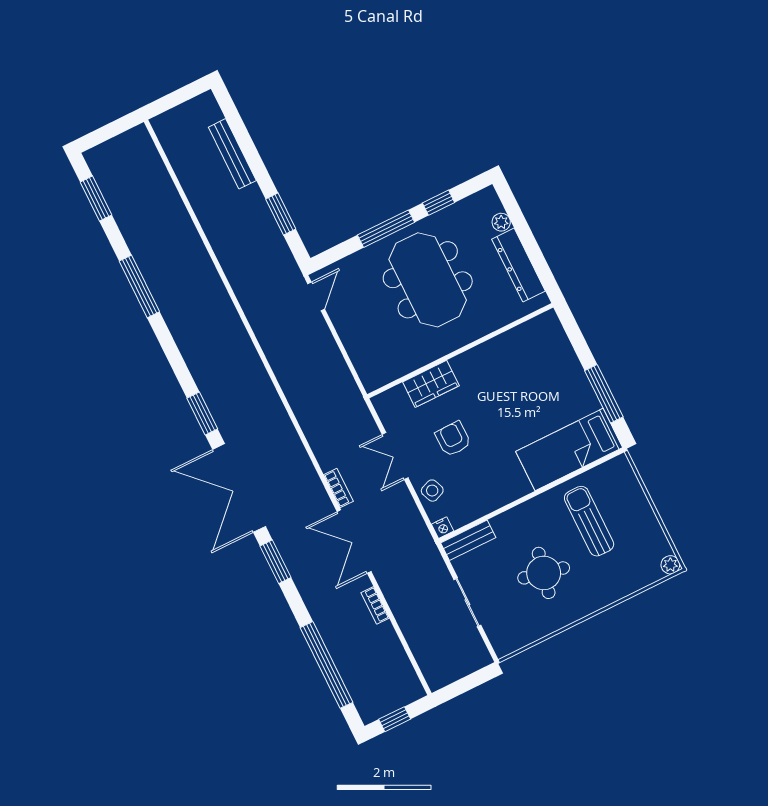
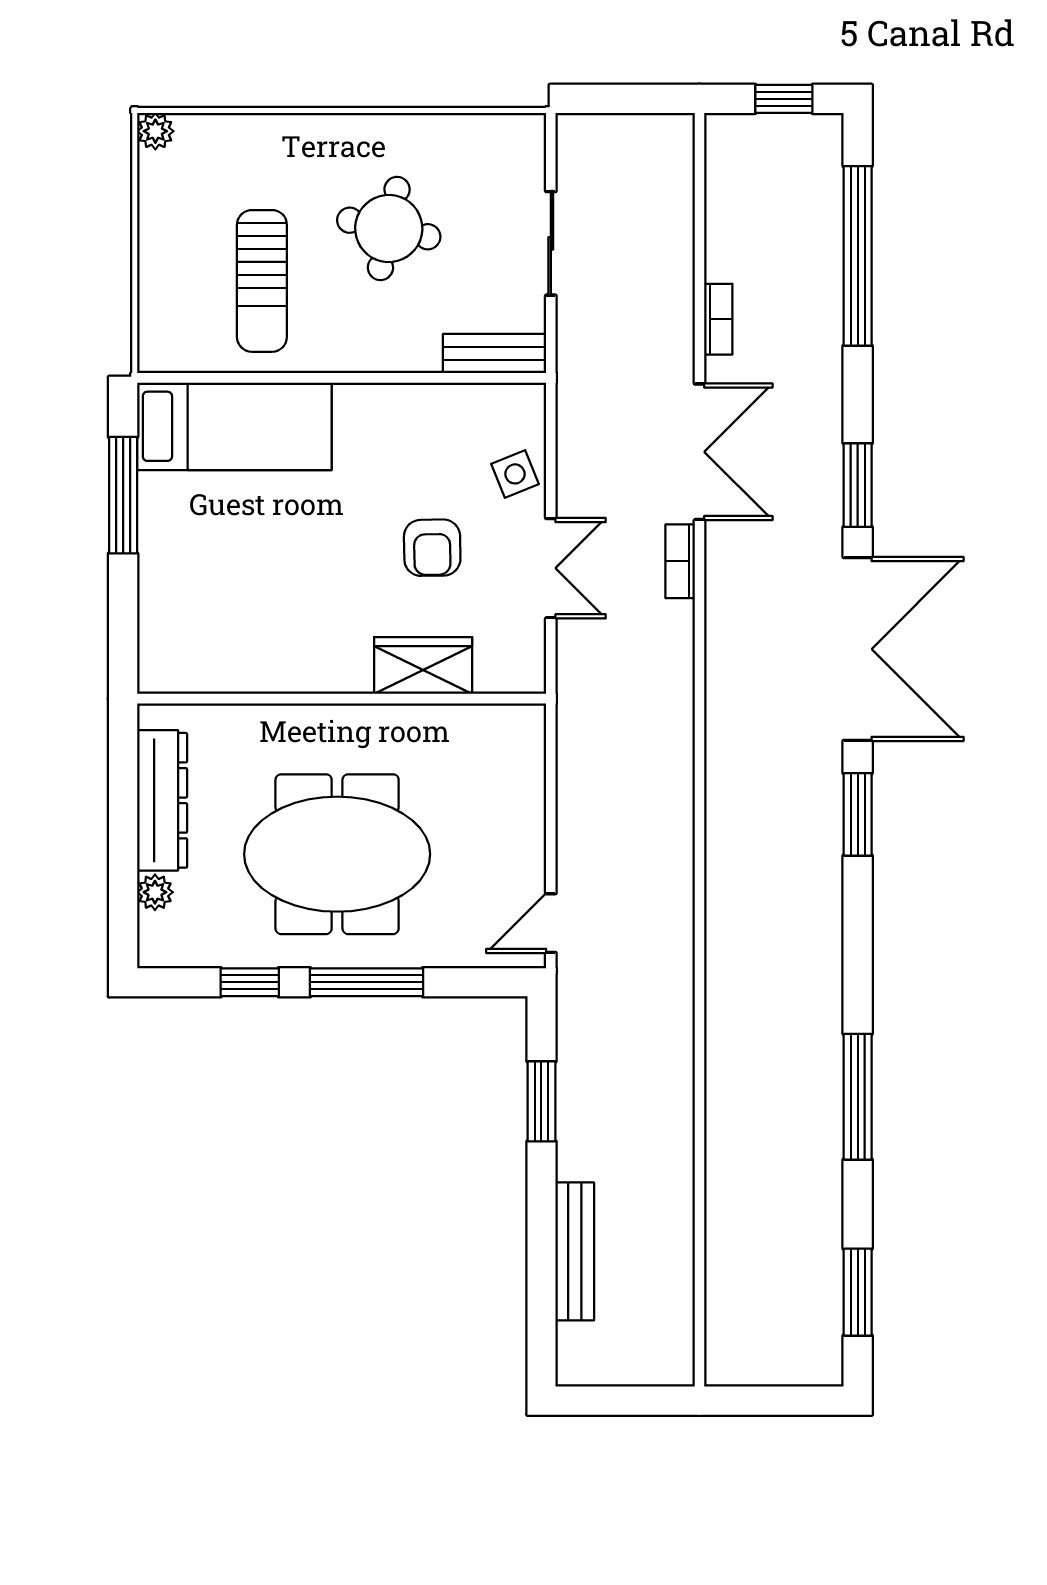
meeting table: (428, 280) -> (337, 854), turned 90
nightstand: (443, 528) -> (529, 398), removed

